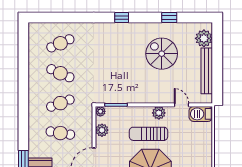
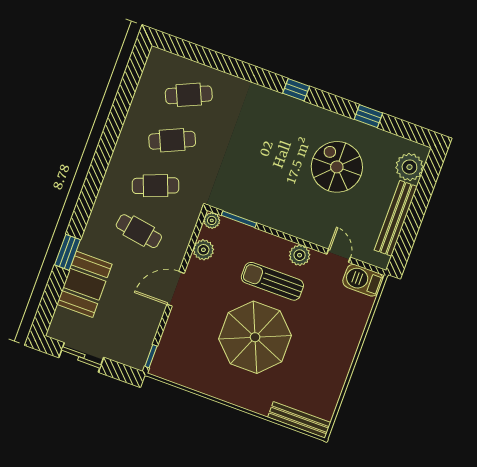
cafe table: (60, 73) -> (172, 140), turned -48

